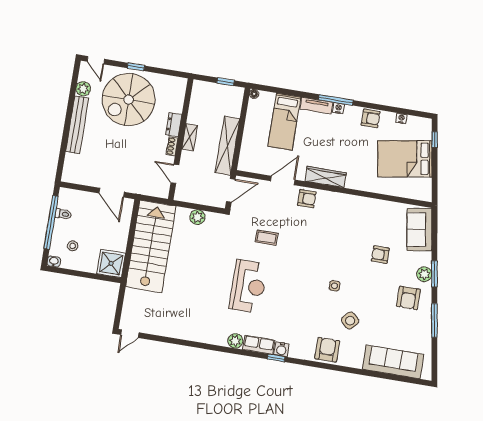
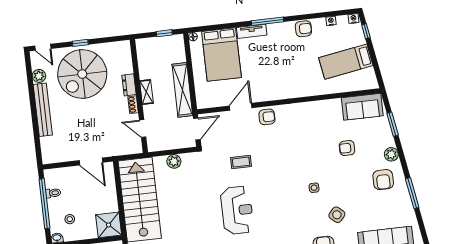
nightstand: (338, 108) -> (354, 19), moved
bed: (284, 122) -> (221, 55), width x1.50
bed: (405, 159) -> (346, 62), width x0.67
wardrobe: (326, 177) -> (278, 93), removed
sofa: (419, 230) -> (362, 107), moved, turned -81
window: (434, 274) -> (393, 124), moved

